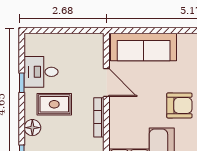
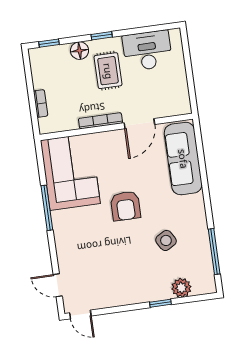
desk: (41, 72) -> (147, 51), width x1.37
window: (22, 83) -> (102, 36), moved

